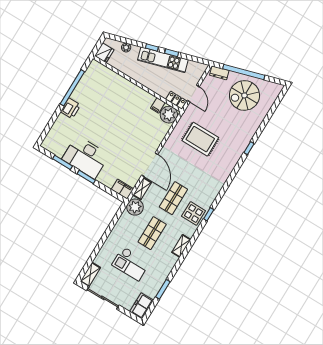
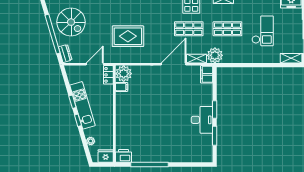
printer: (71, 108) -> (123, 156), moved
rug: (200, 139) -> (128, 36), turned 90
desk: (86, 157) -> (202, 120), width x0.73, depth x0.77

